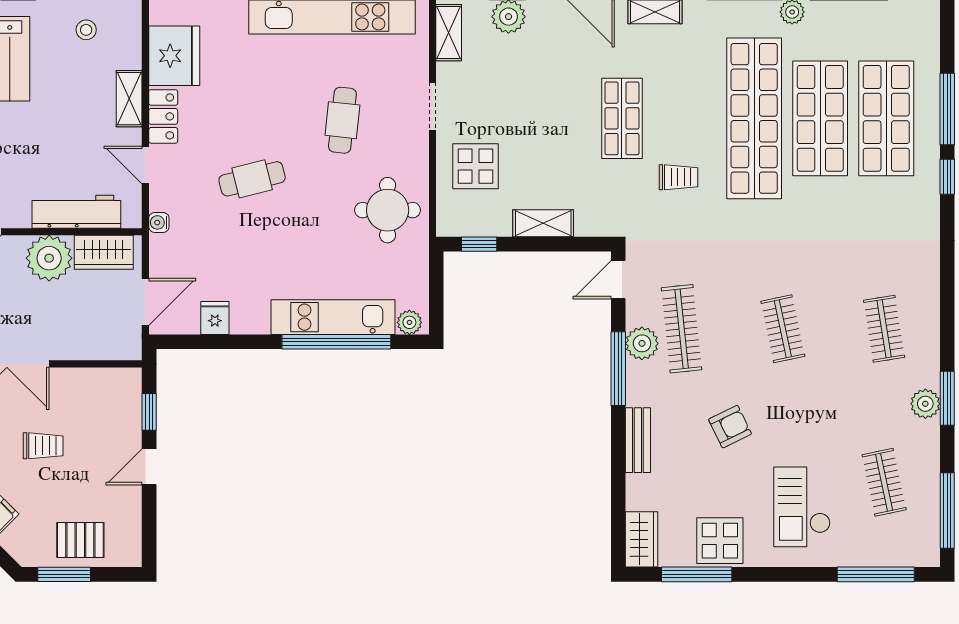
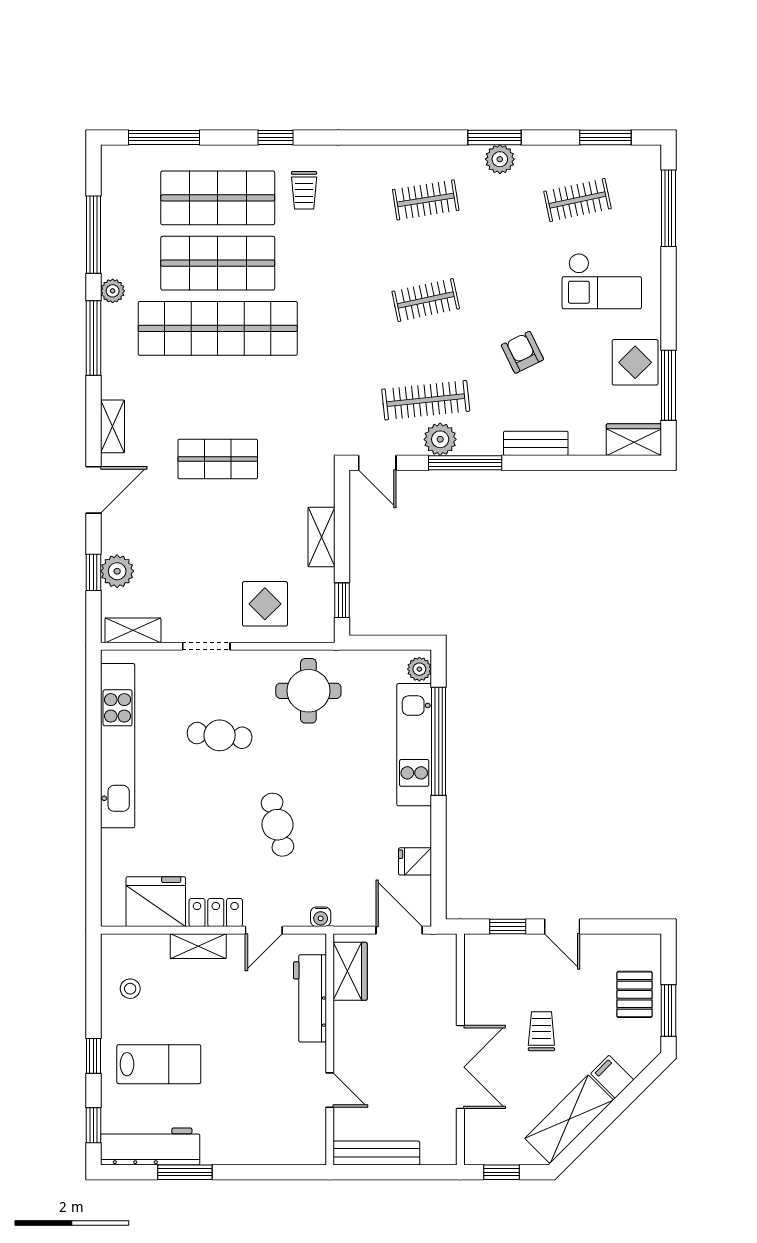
window: (947, 109) -> (164, 137), moved
trolley: (678, 177) -> (304, 190), moved, turned 180
plant: (49, 258) -> (356, 1025), removed
window: (947, 511) -> (605, 137), width x0.69

